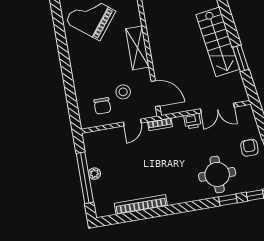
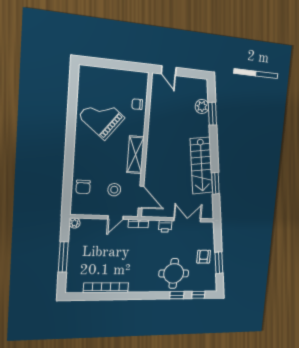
chair: (102, 106) -> (83, 187), moved
double door: (217, 108) -> (187, 220), swing flipped
plant: (94, 174) -> (75, 223), moved
window: (85, 178) -> (63, 257), width x0.68

